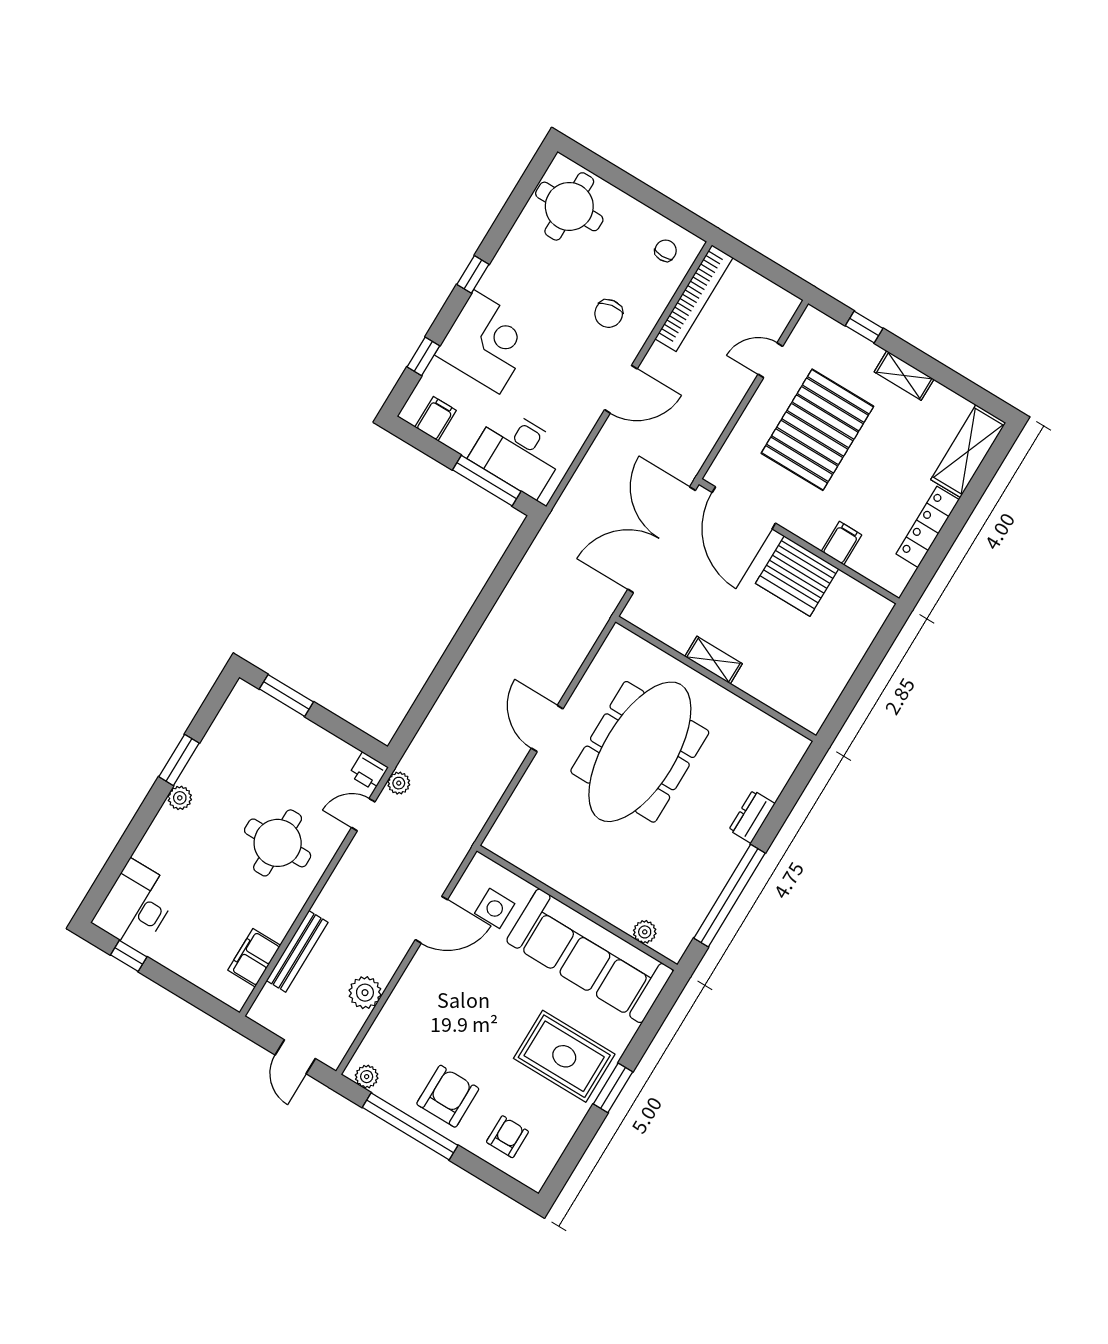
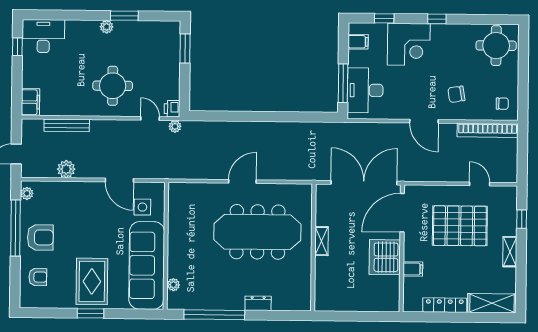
filing cabinet: (254, 958) -> (30, 102), moved, turned 90

